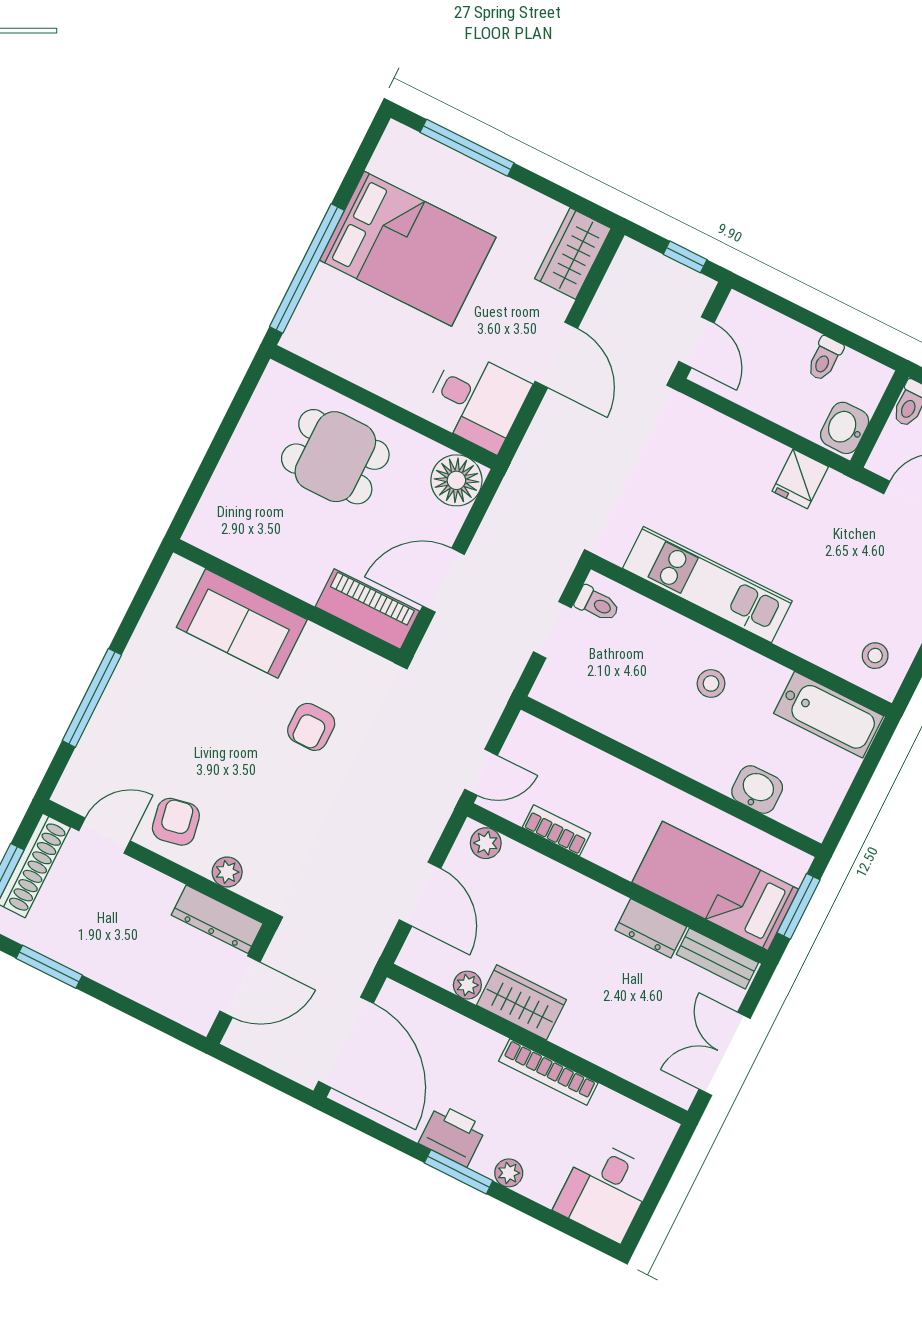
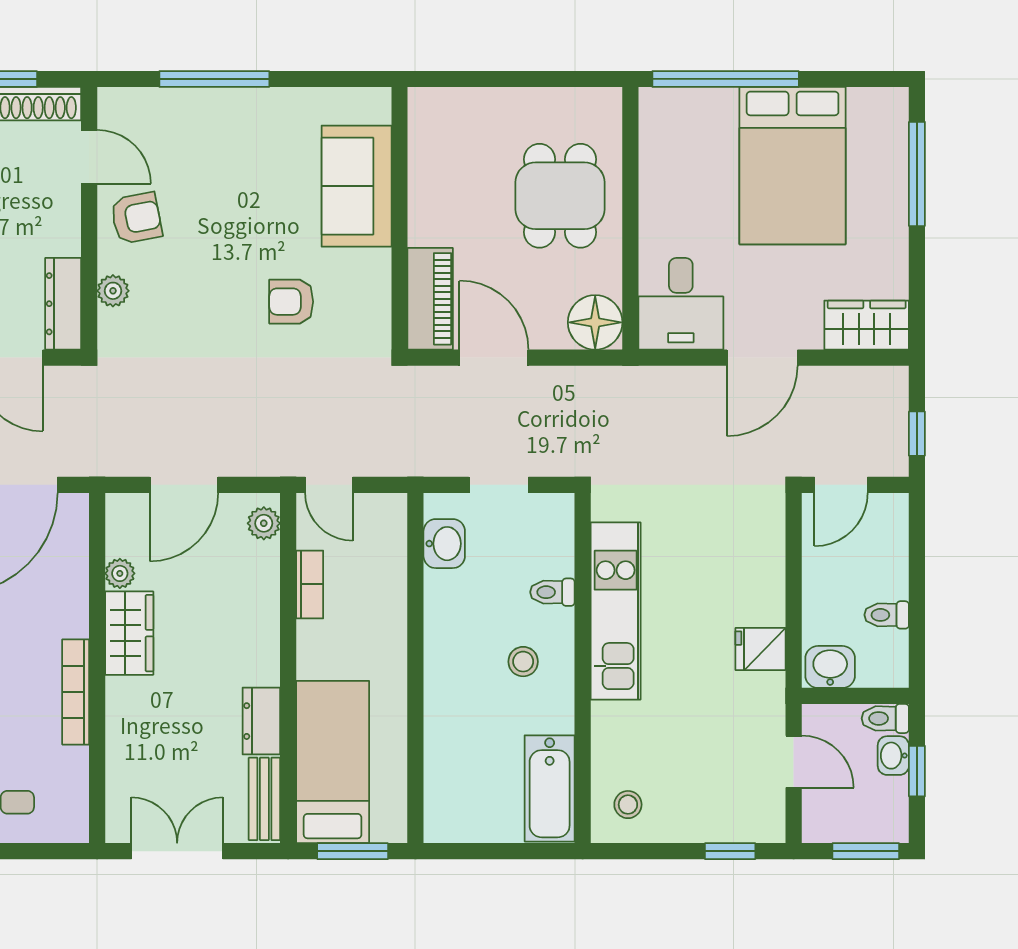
toilet: (597, 604) -> (552, 592), moved, turned 90
washbasin: (757, 790) -> (444, 544), moved

